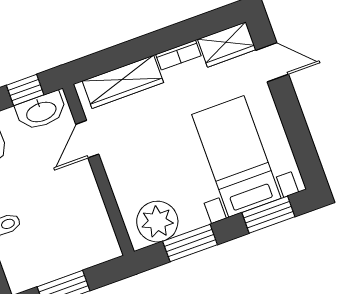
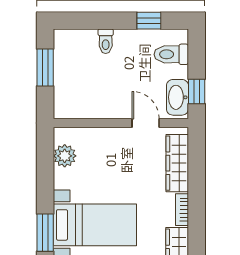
plant: (157, 222) -> (65, 156), width x0.73, depth x0.73
window: (190, 243) -> (45, 169), removed

